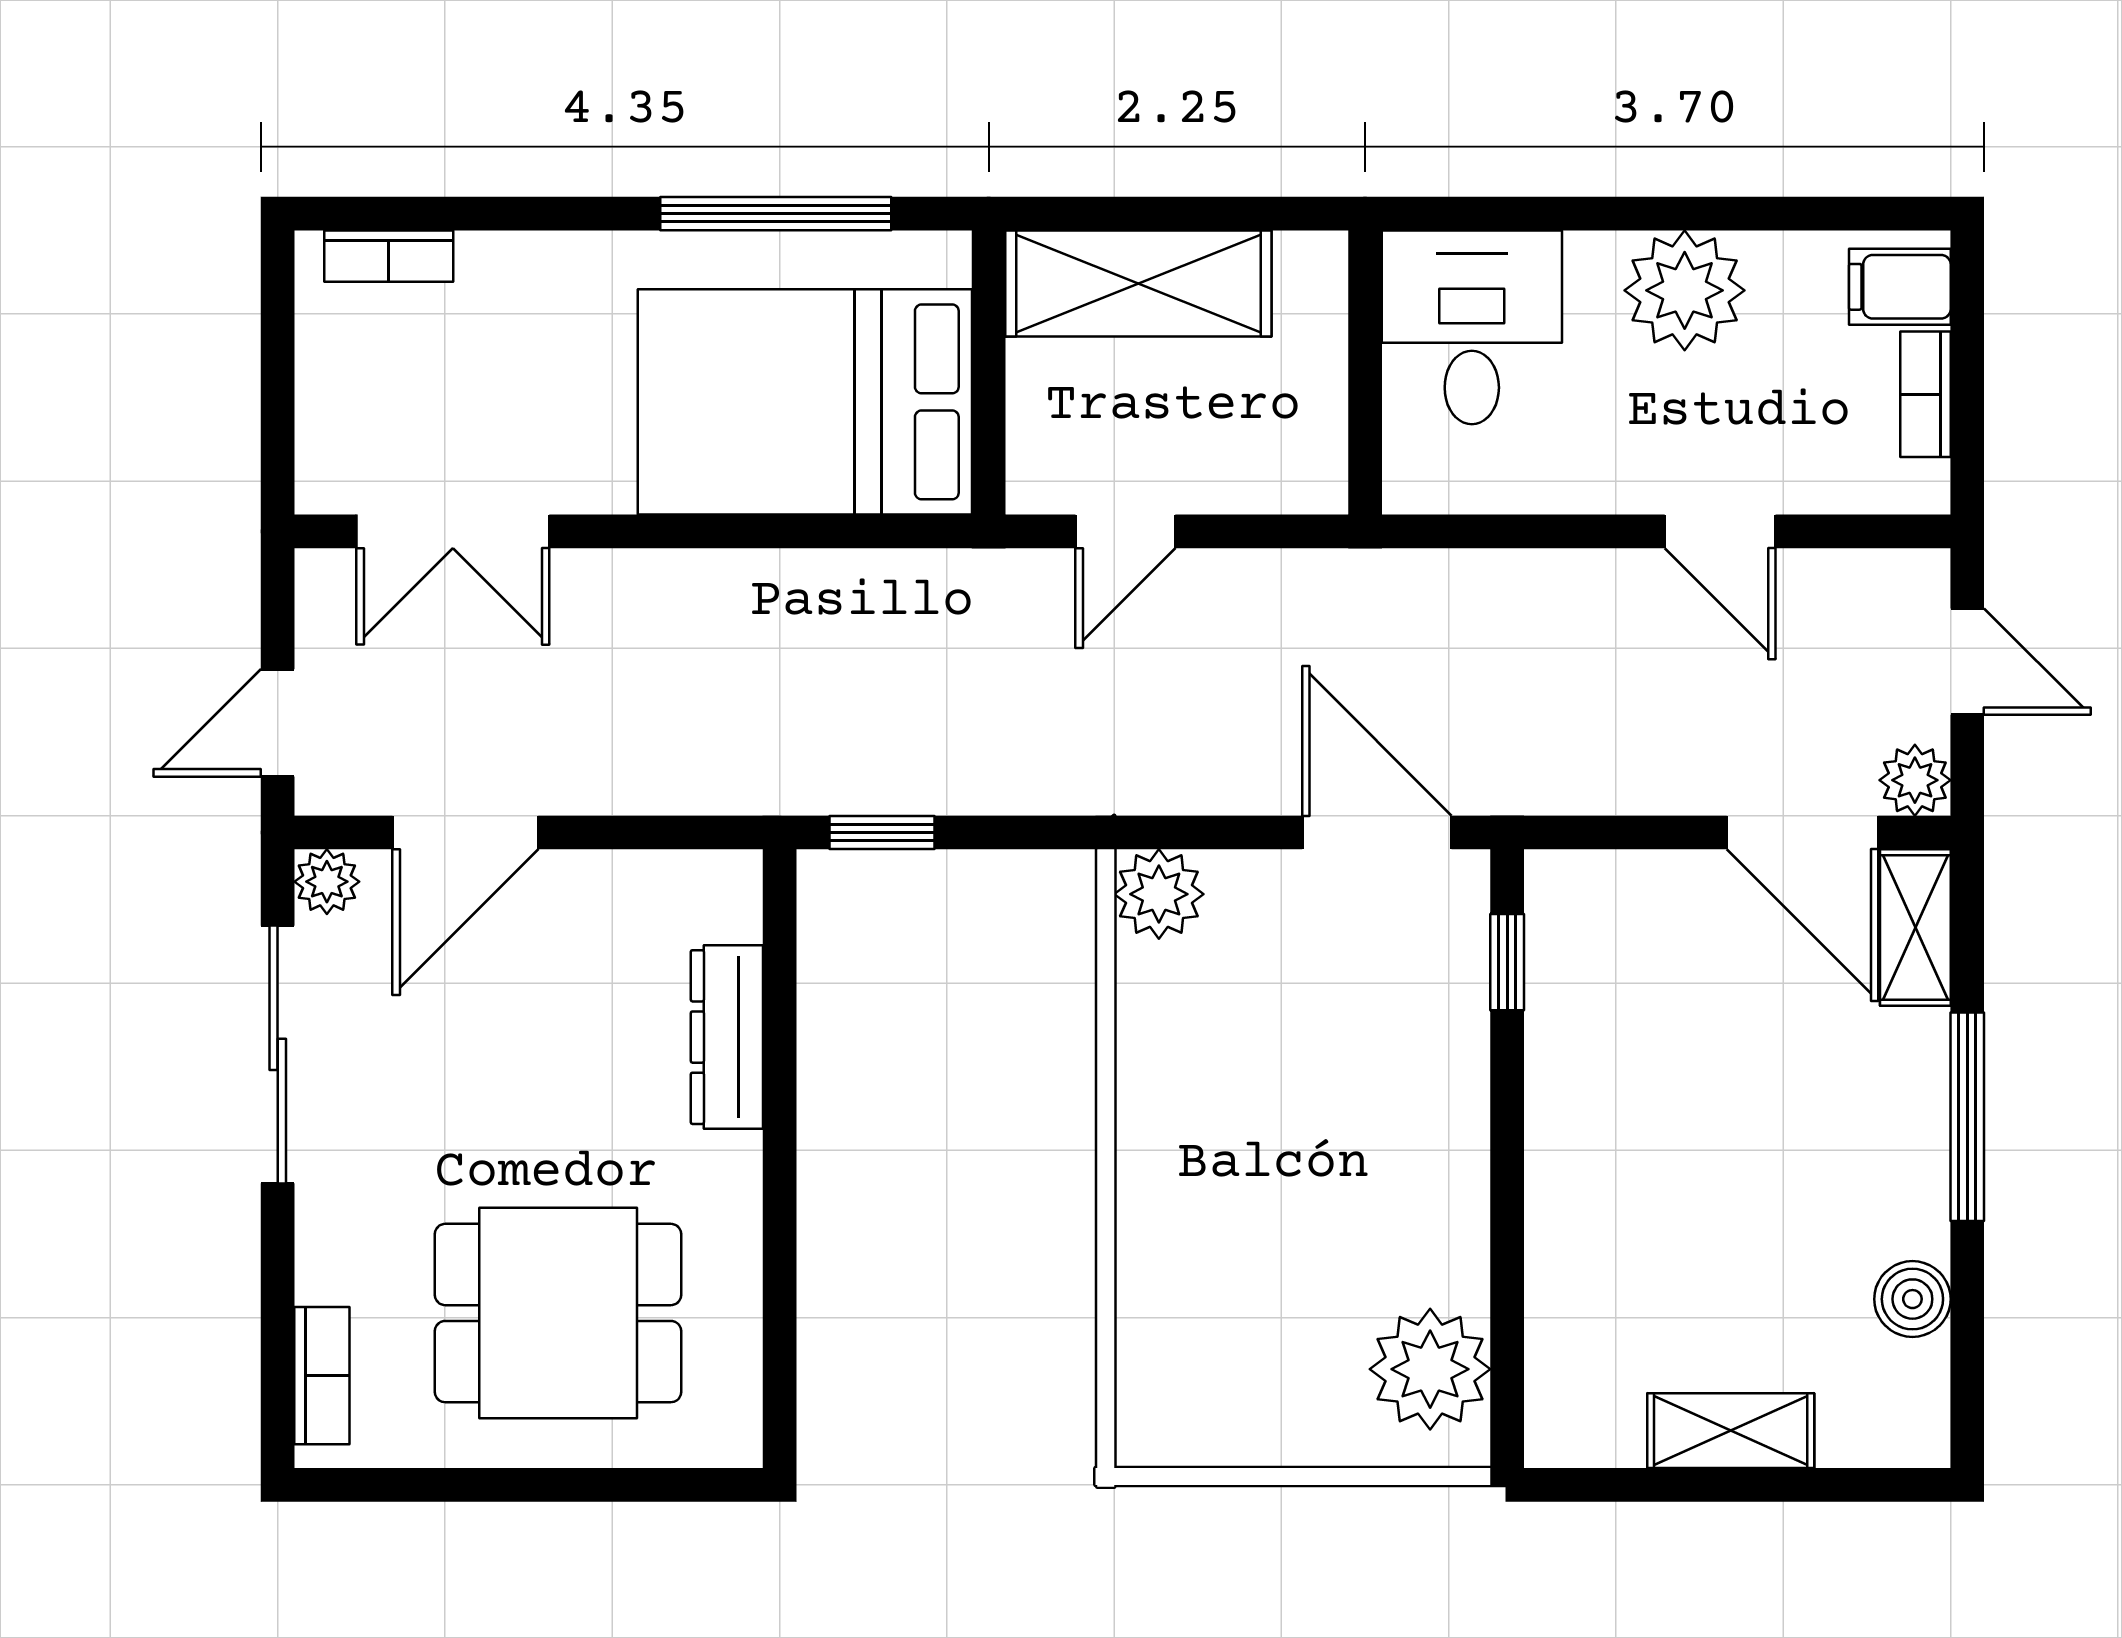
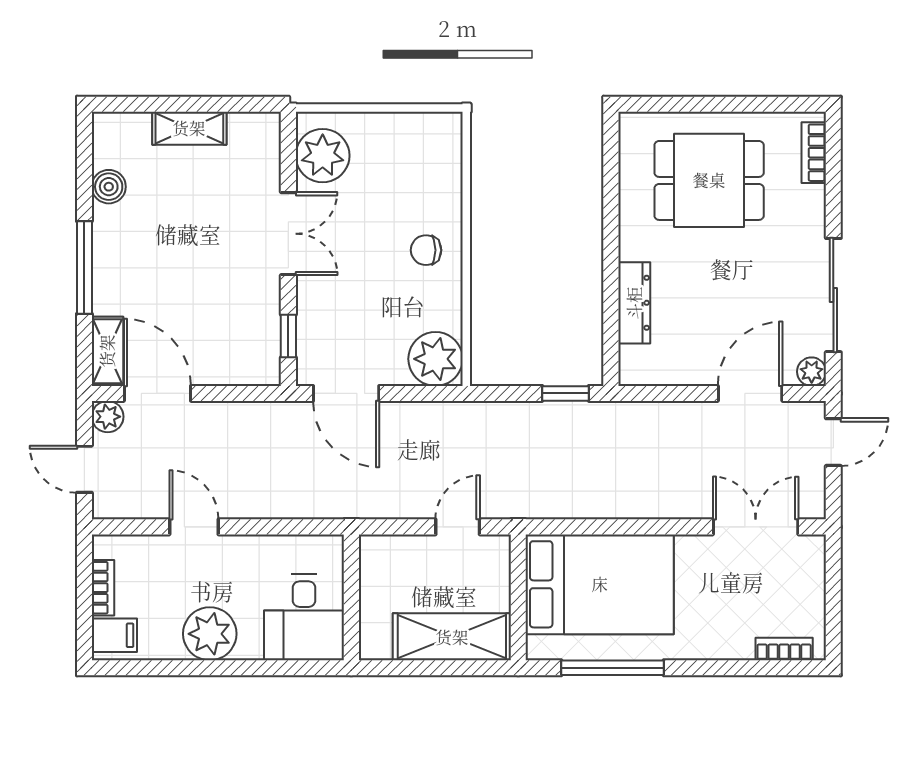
plant: (1159, 894) -> (436, 359), width x1.36, depth x1.36
chair: (1197, 1156) -> (426, 250), added
double door: (1507, 1193) -> (288, 234), added

